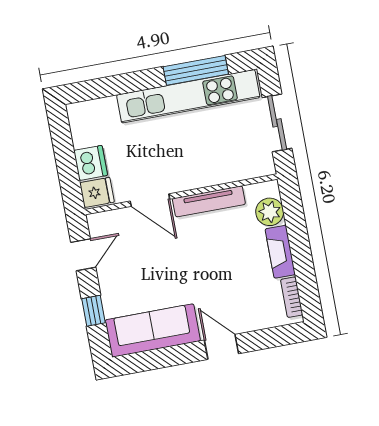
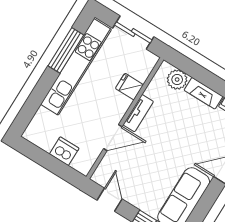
fridge: (97, 192) -> (129, 87), moved, turned -90
tv unit: (209, 201) -> (138, 113), width x0.71

